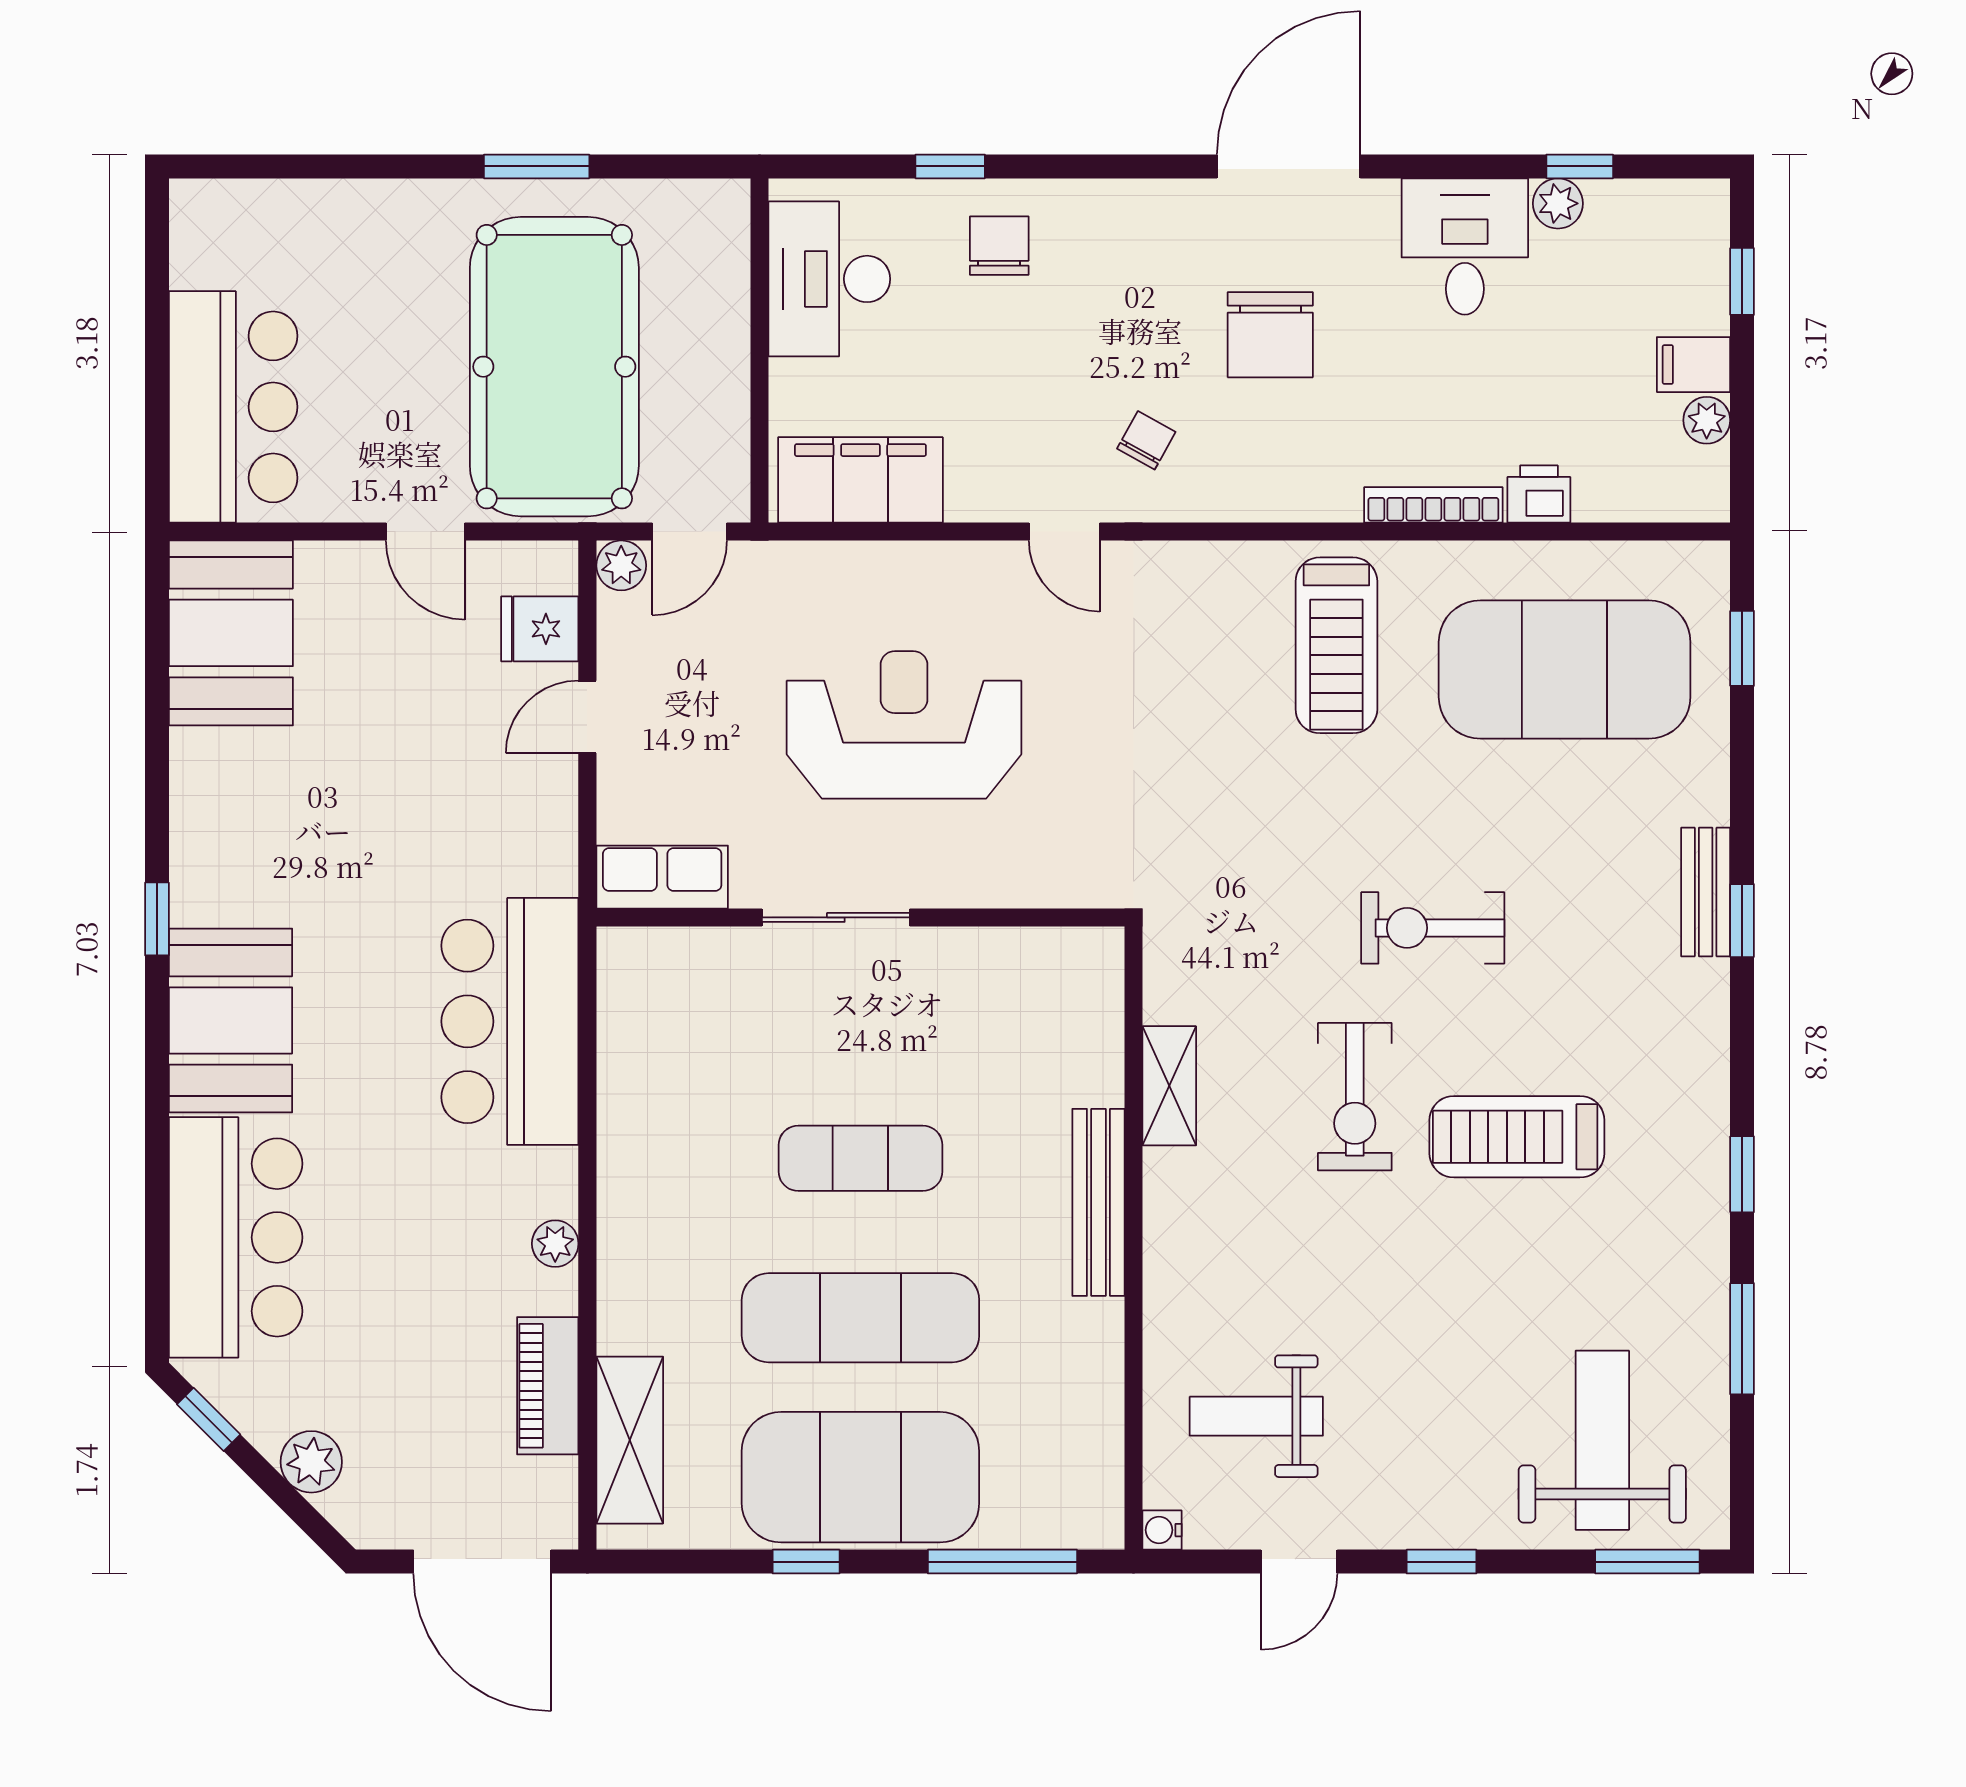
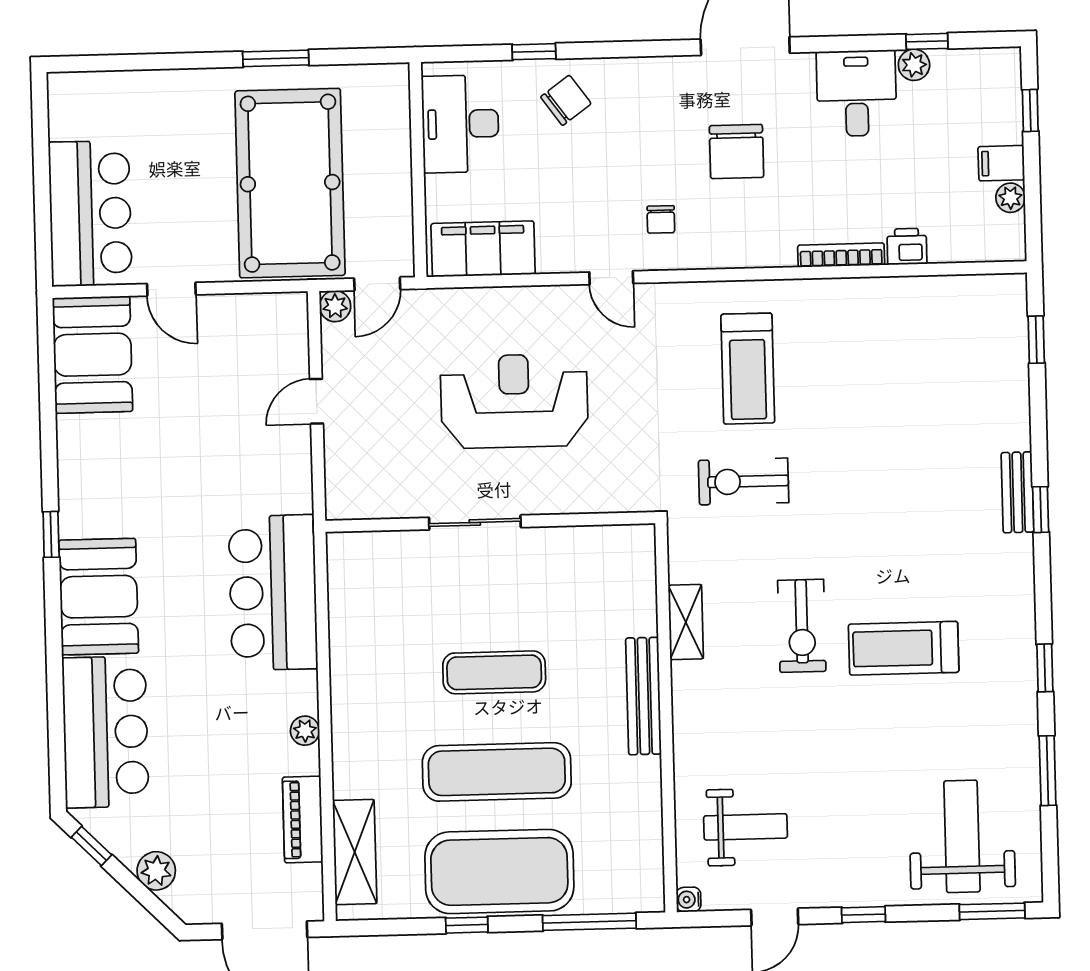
chair: (999, 246) -> (566, 100), turned 54
chair: (1146, 440) -> (661, 219), turned 151
door: (425, 532) -> (171, 289), moved
fridge: (540, 629) -> (285, 347), removed
treadmill: (1336, 645) -> (748, 369), moved
exercise mat: (1565, 670) -> (926, 356), removed
row of seats: (662, 877) -> (366, 500), removed
exercise bike: (1433, 928) -> (744, 481), moved
weight bench: (1256, 1416) -> (746, 827), turned 180

